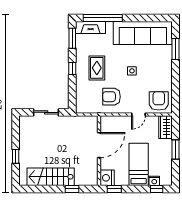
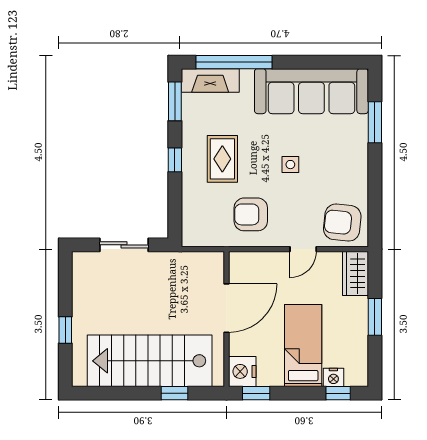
armchair: (159, 101) -> (342, 223), turned -84
stairs: (51, 177) -> (150, 361), width x1.36, depth x1.51

